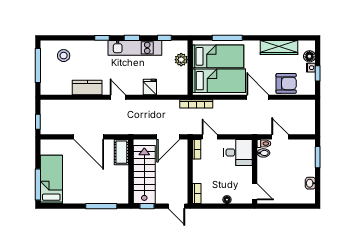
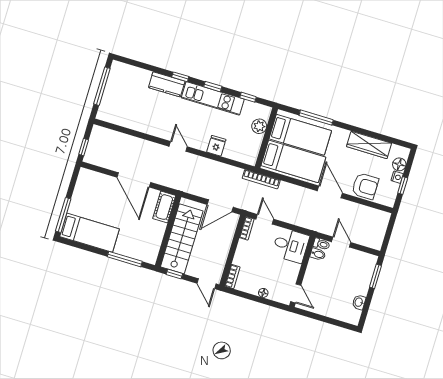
stool: (64, 56) -> (133, 84), removed
kitchen counter: (87, 87) -> (167, 84), moved, turned 180
bed: (51, 179) -> (90, 233), moved, turned 90

